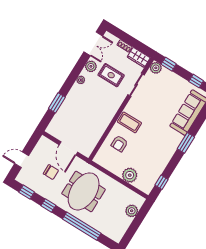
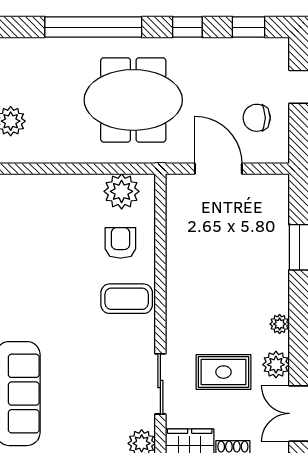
chair: (51, 172) -> (257, 118), moved
plant: (130, 175) -> (122, 191), moved
meeting table: (84, 191) -> (133, 100), turned 90

